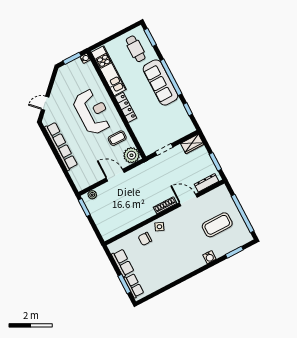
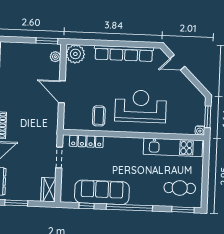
sofa: (160, 82) -> (102, 192), moved
door: (45, 103) -> (177, 63), swing flipped
locker: (126, 107) -> (86, 141), moved
reception desk: (93, 112) -> (141, 106), turned 180
plant: (131, 155) -> (75, 54), moved
door: (115, 175) -> (62, 92), swing flipped

